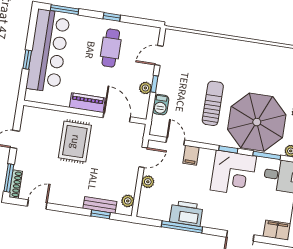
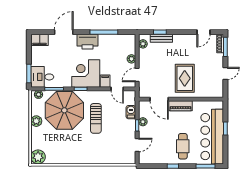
cafe table: (111, 48) -> (183, 146), moved
corner desk: (233, 173) -> (86, 74), moved
printer: (186, 213) -> (87, 42), moved

